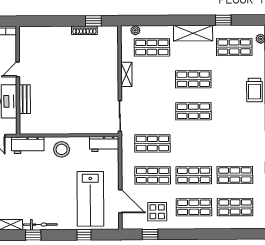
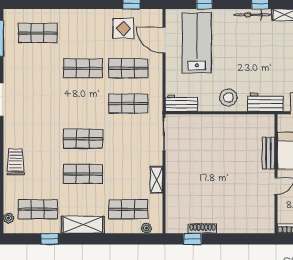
shop shelf: (235, 175) -> (38, 68), removed
shop shelf: (194, 207) -> (83, 33), removed

